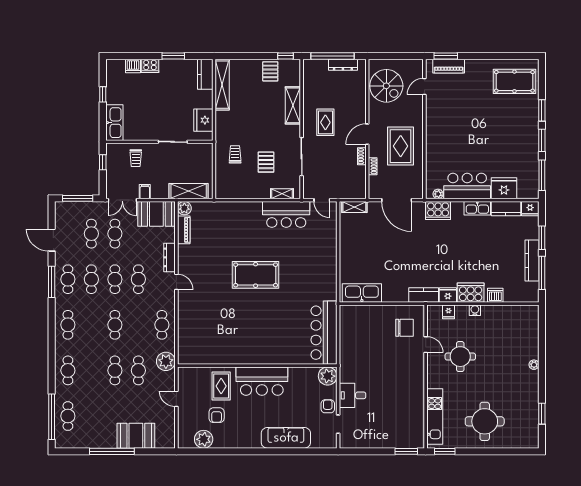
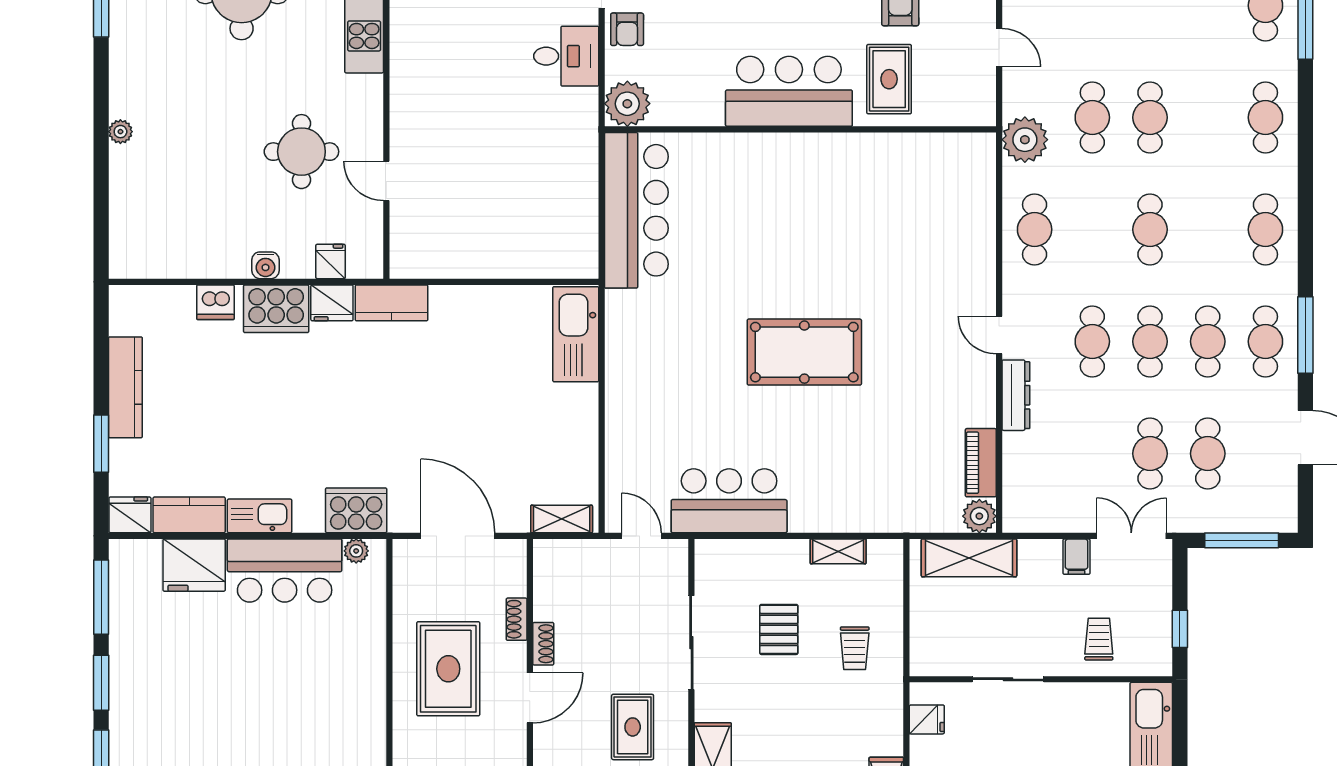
fridge: (203, 120) -> (927, 719), width x0.53, depth x0.75
shelving: (282, 194) -> (838, 551), moved
booth: (156, 214) -> (1048, 502), removed
window: (542, 273) -> (101, 357), removed
kitchen sink: (362, 293) -> (576, 334), moved, turned 90
chair: (405, 328) -> (438, 222), removed

